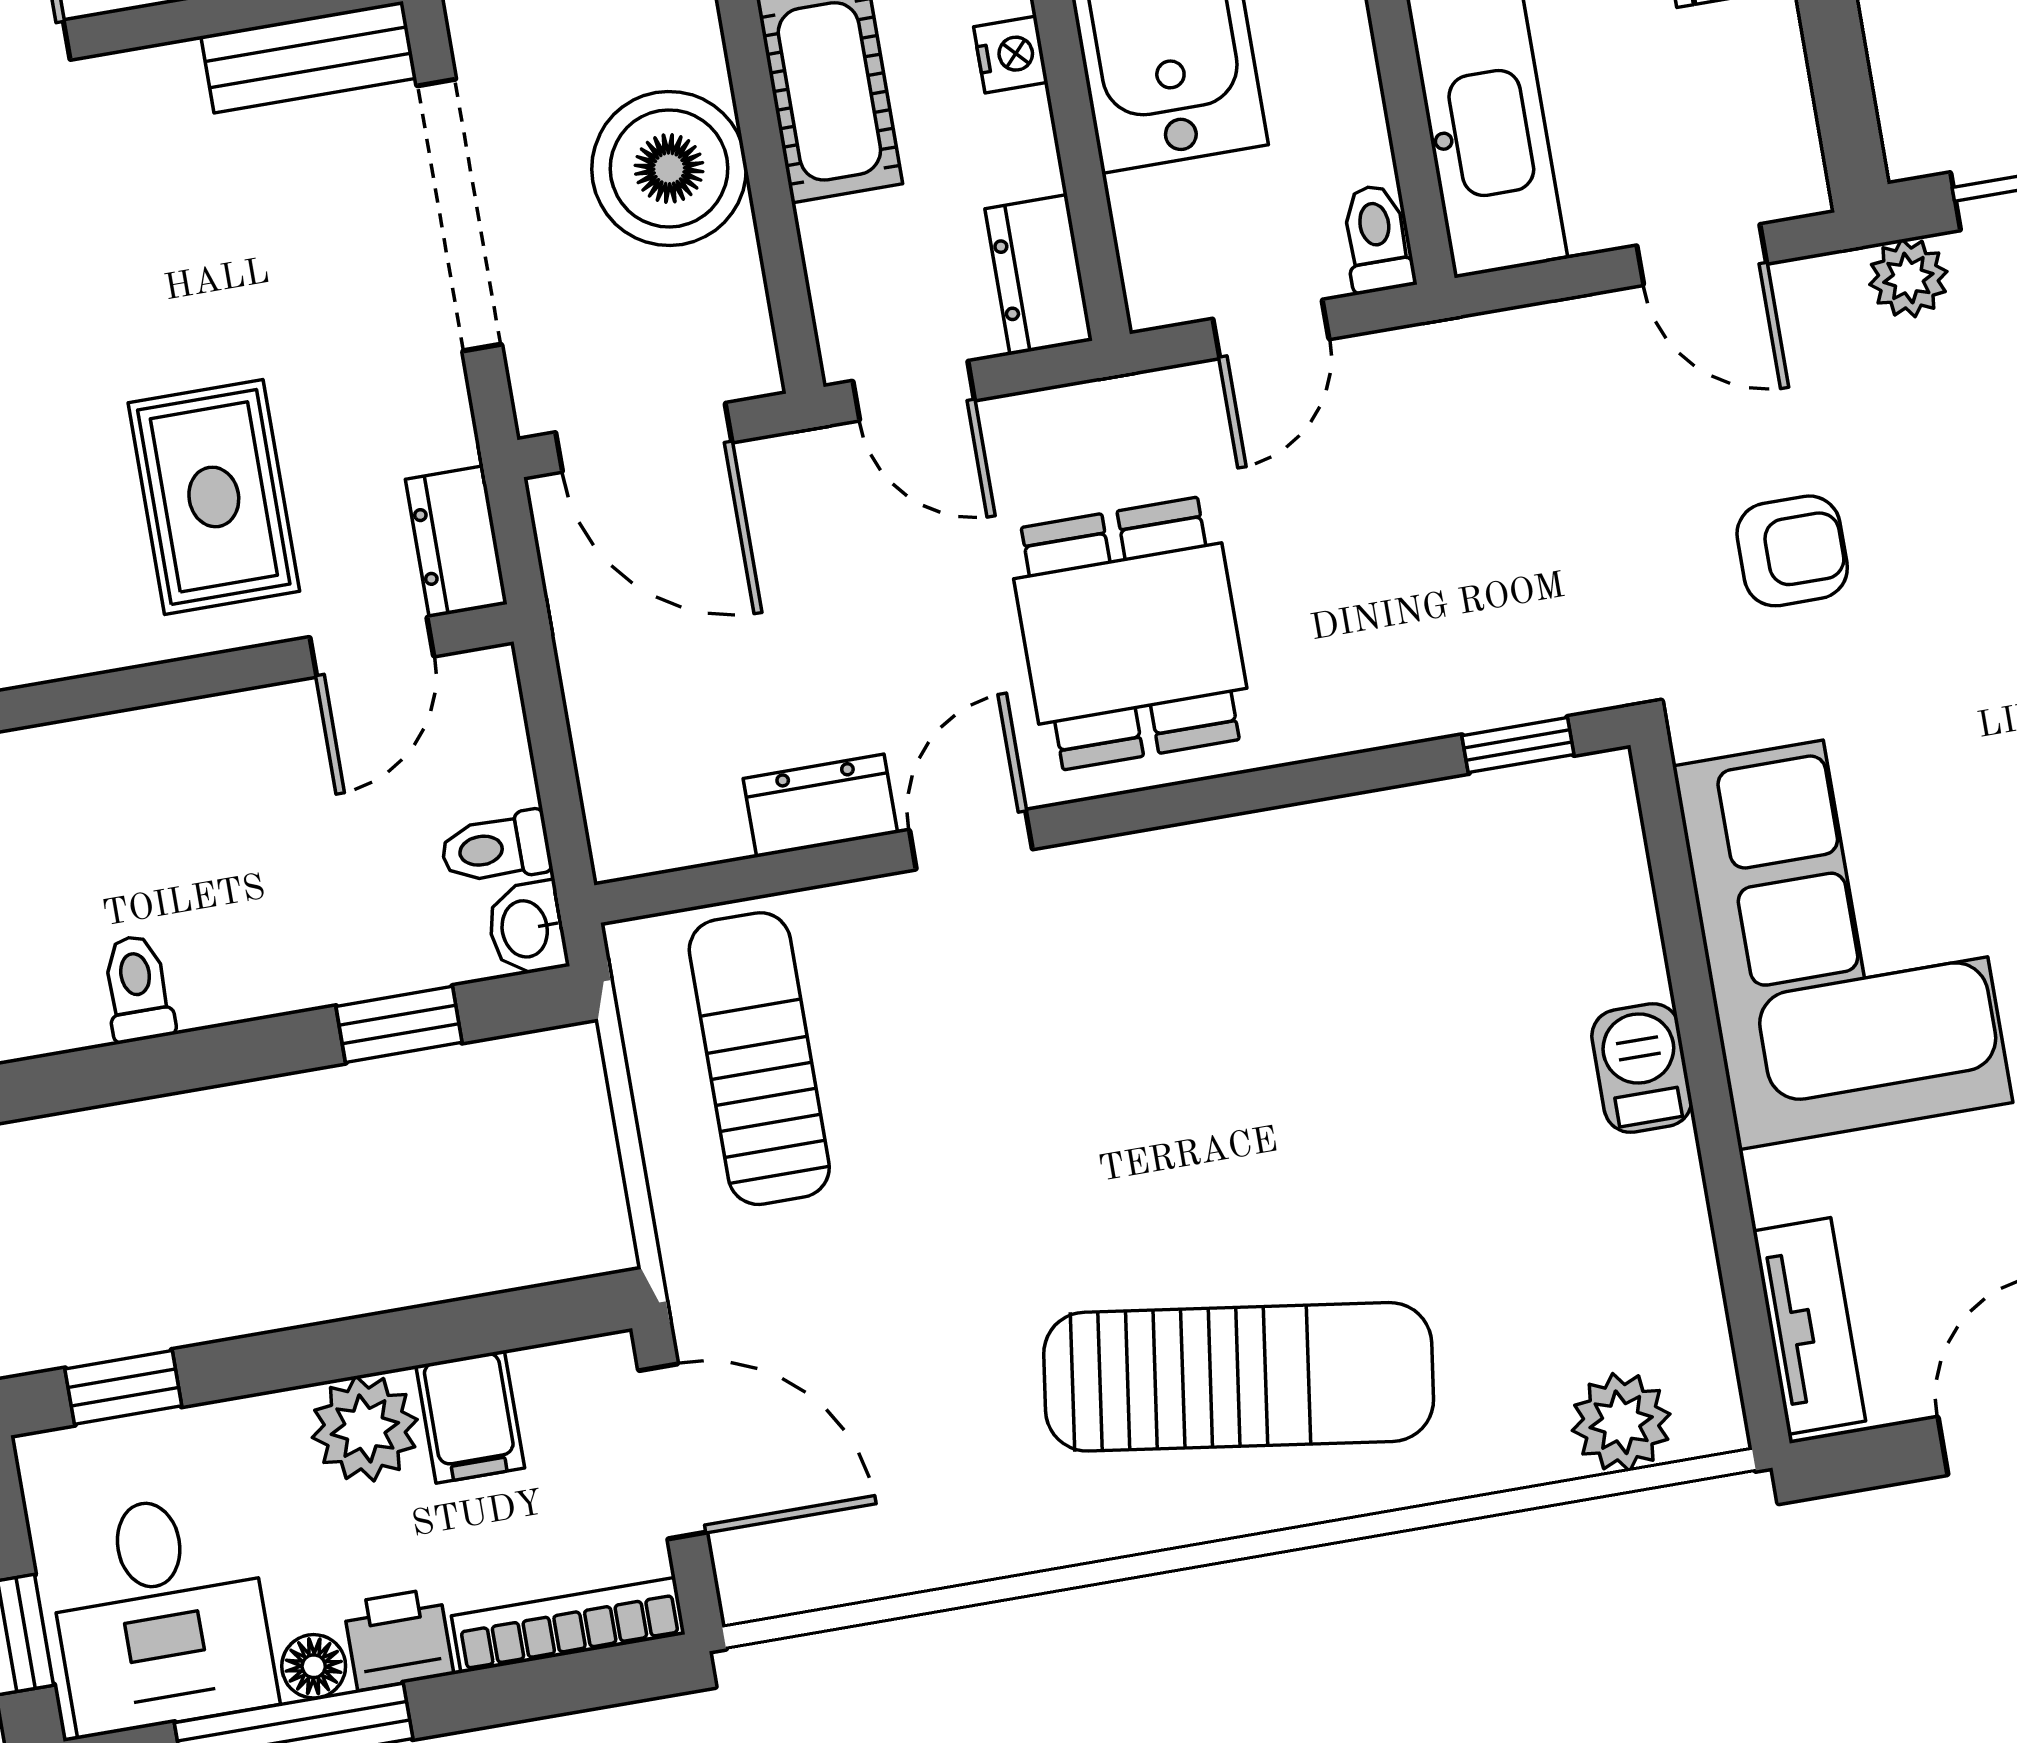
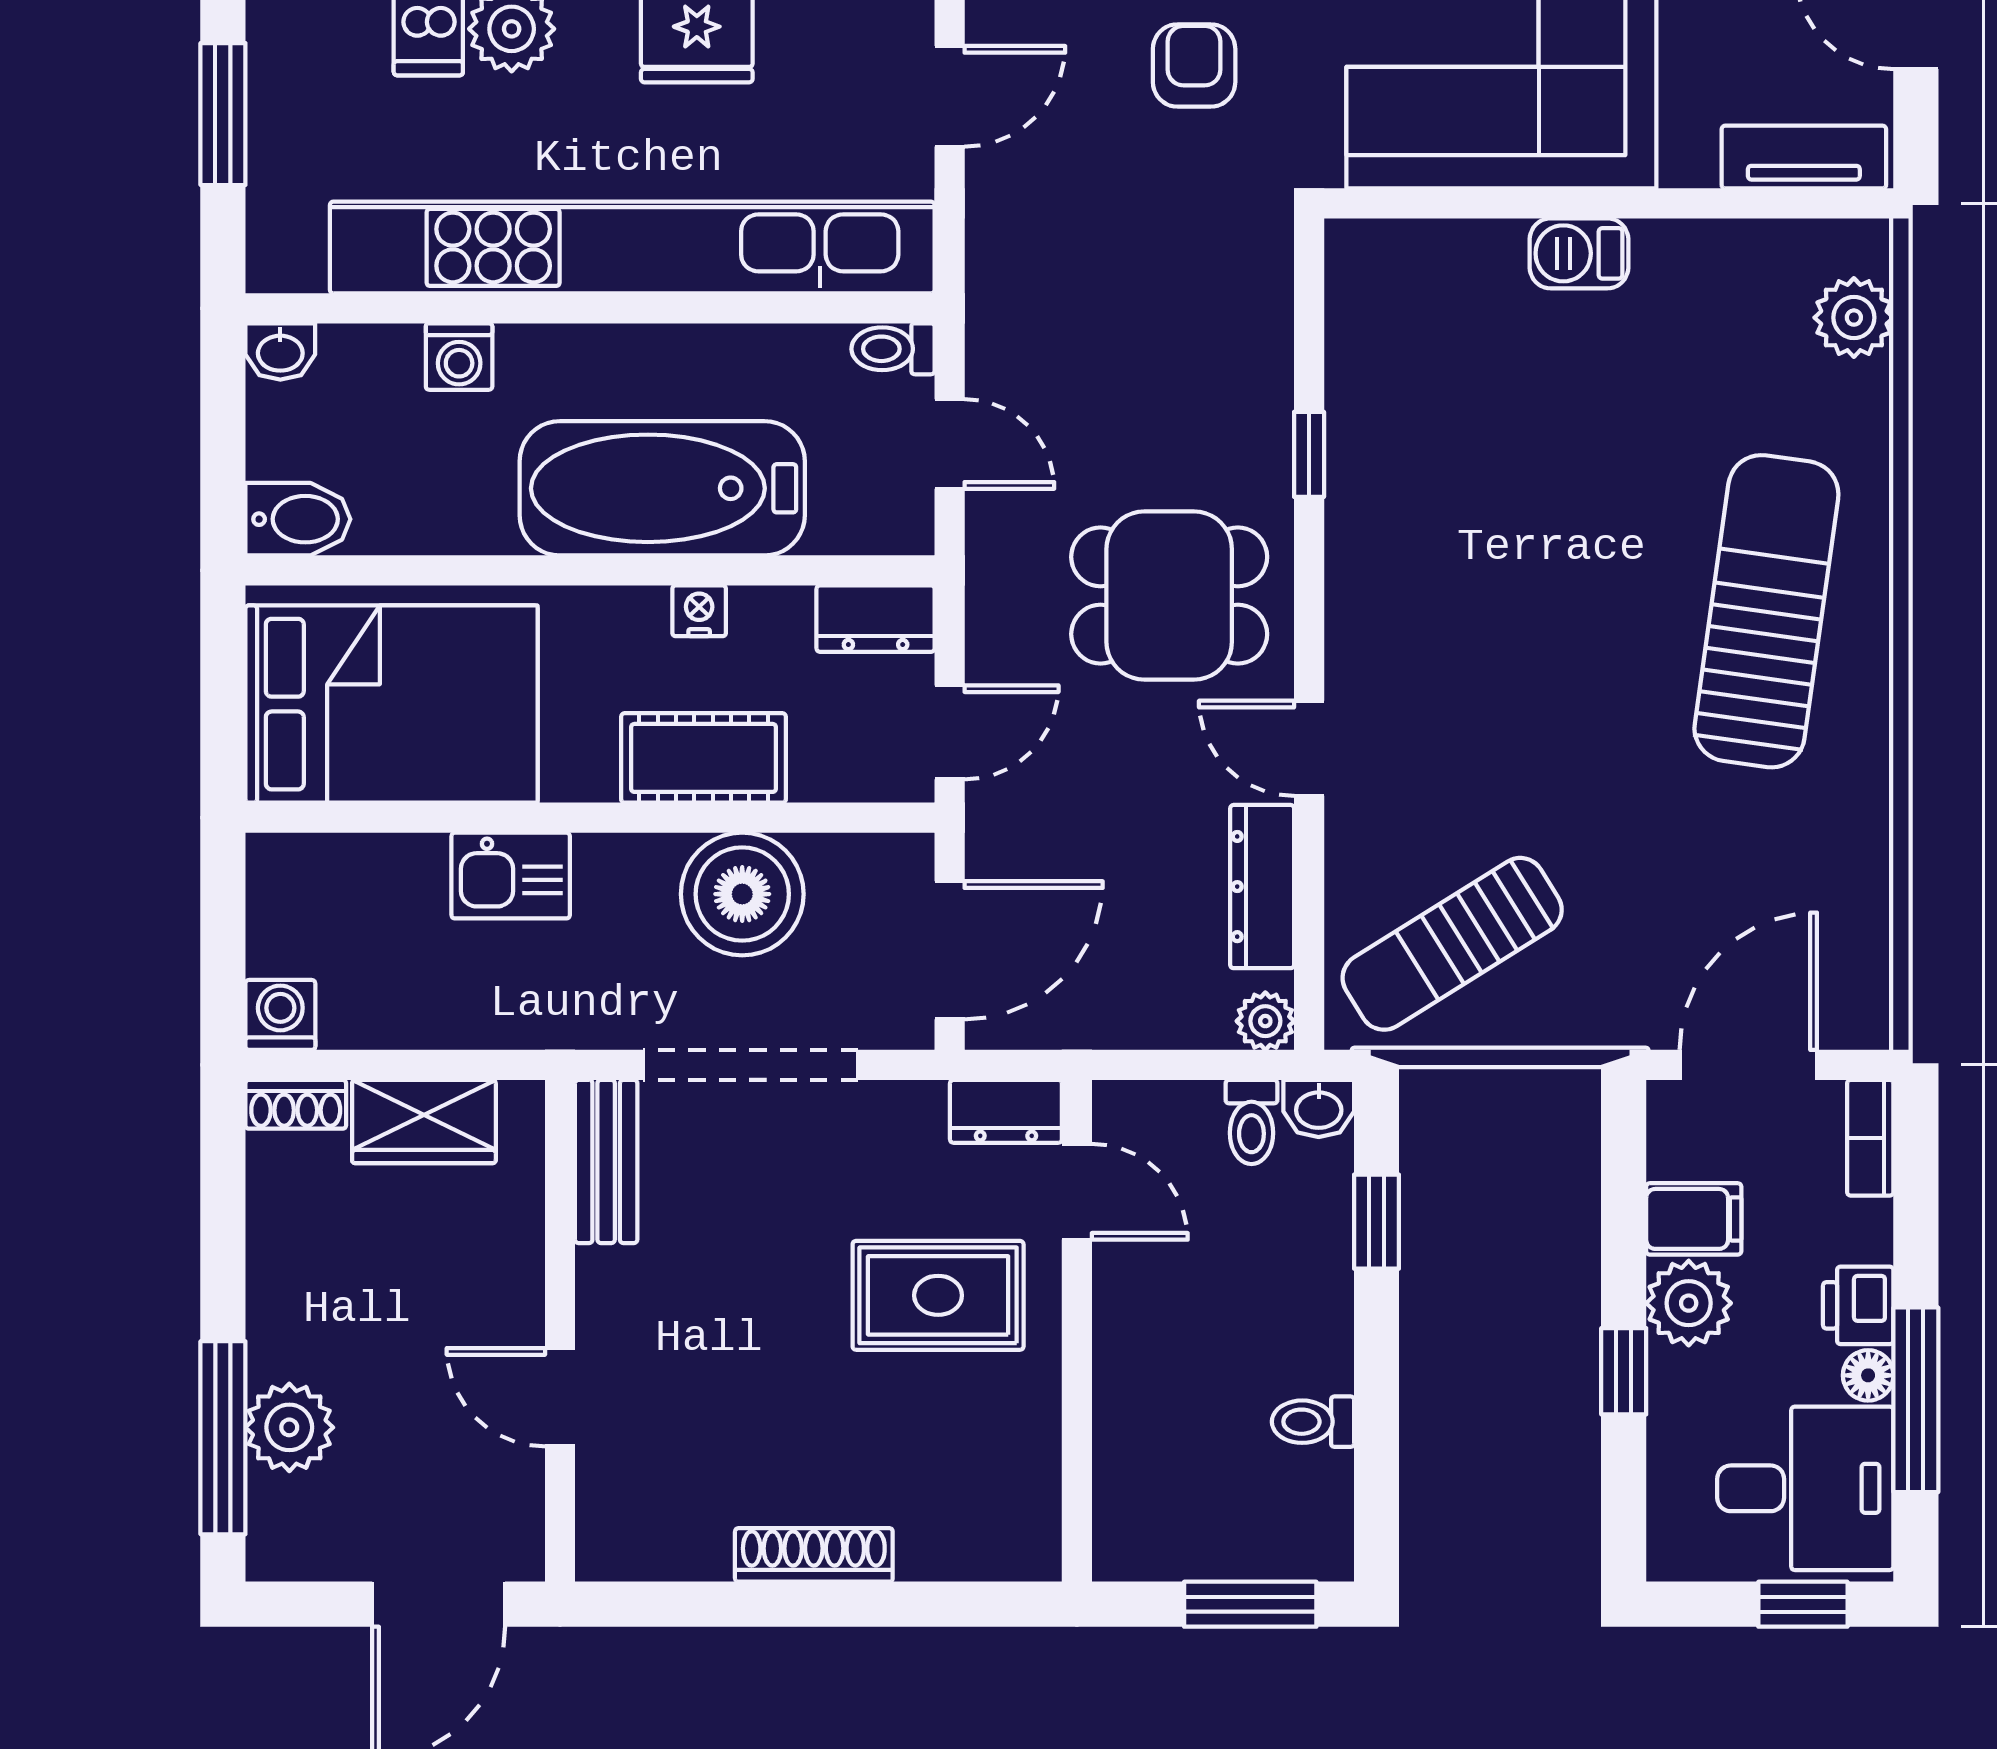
window: (1518, 745) -> (1309, 454), moved
dresser: (820, 806) -> (1262, 887), width x1.44
plant: (624, 844) -> (1265, 1021), added
sun lounger: (759, 1059) -> (1452, 944), turned -32
window: (123, 1387) -> (1624, 1371), moved
bookcase: (568, 1625) -> (1870, 1138), width x0.64

